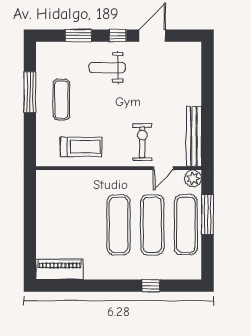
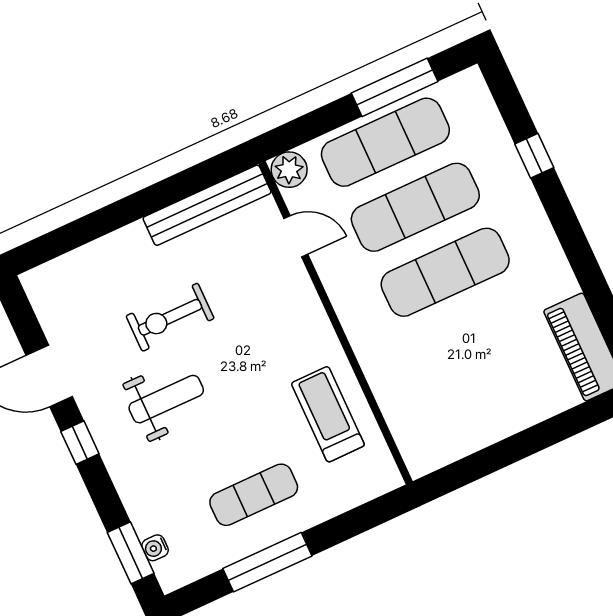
window: (78, 36) -> (131, 553), moved
water cooler: (58, 47) -> (155, 548), added
weight bench: (107, 68) -> (166, 399), moved, turned -90
exercise bike: (142, 142) -> (170, 317), moved
window: (207, 214) -> (395, 87), moved

